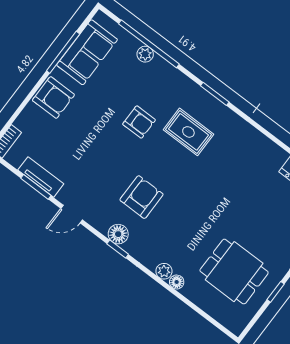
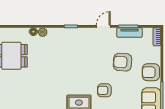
armchair: (142, 197) -> (123, 62), moved, turned 94
floor lamp: (118, 234) -> (76, 33), removed

